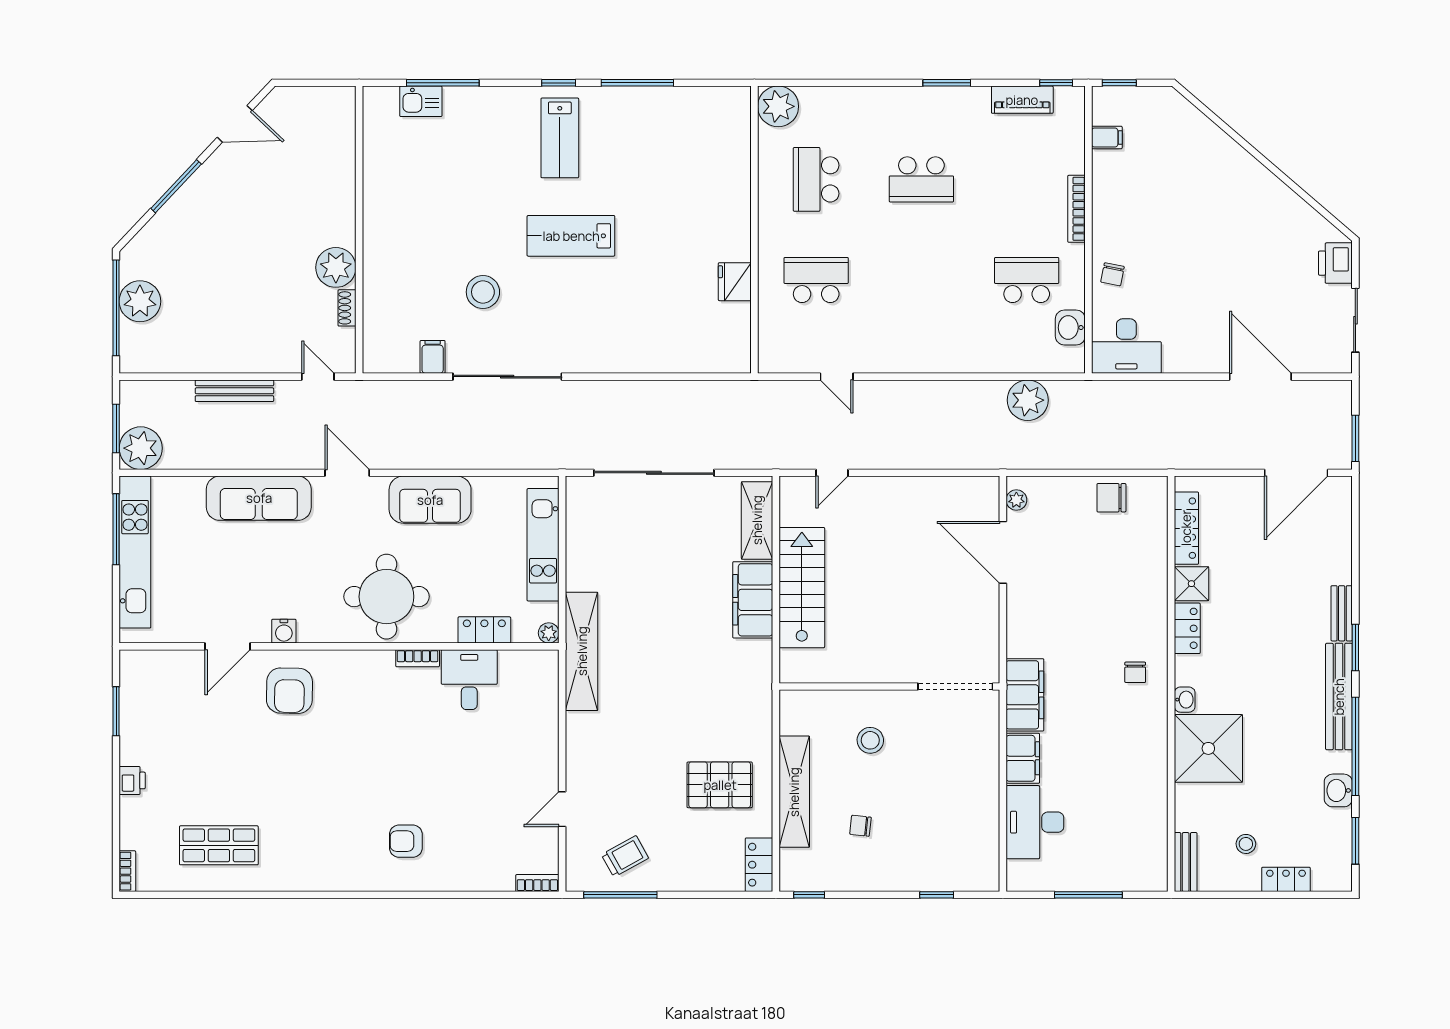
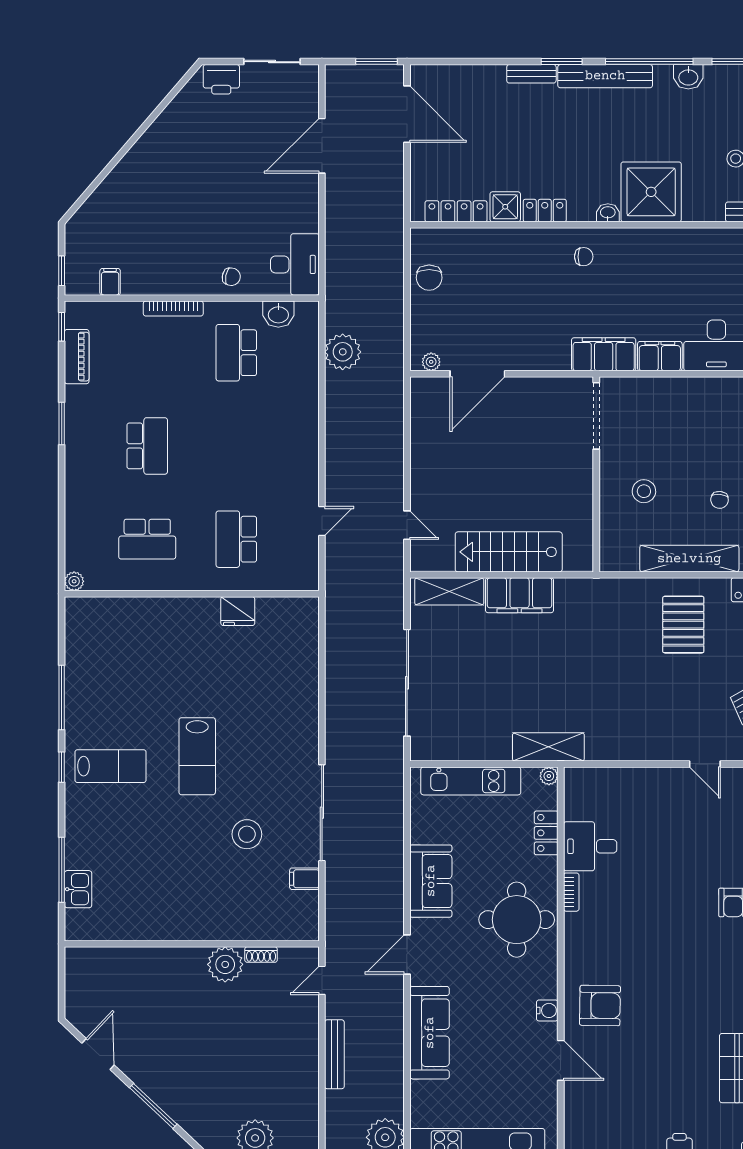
plant: (778, 106) -> (74, 581), width x0.53, depth x0.53
shelving: (582, 651) -> (548, 747), width x0.68

